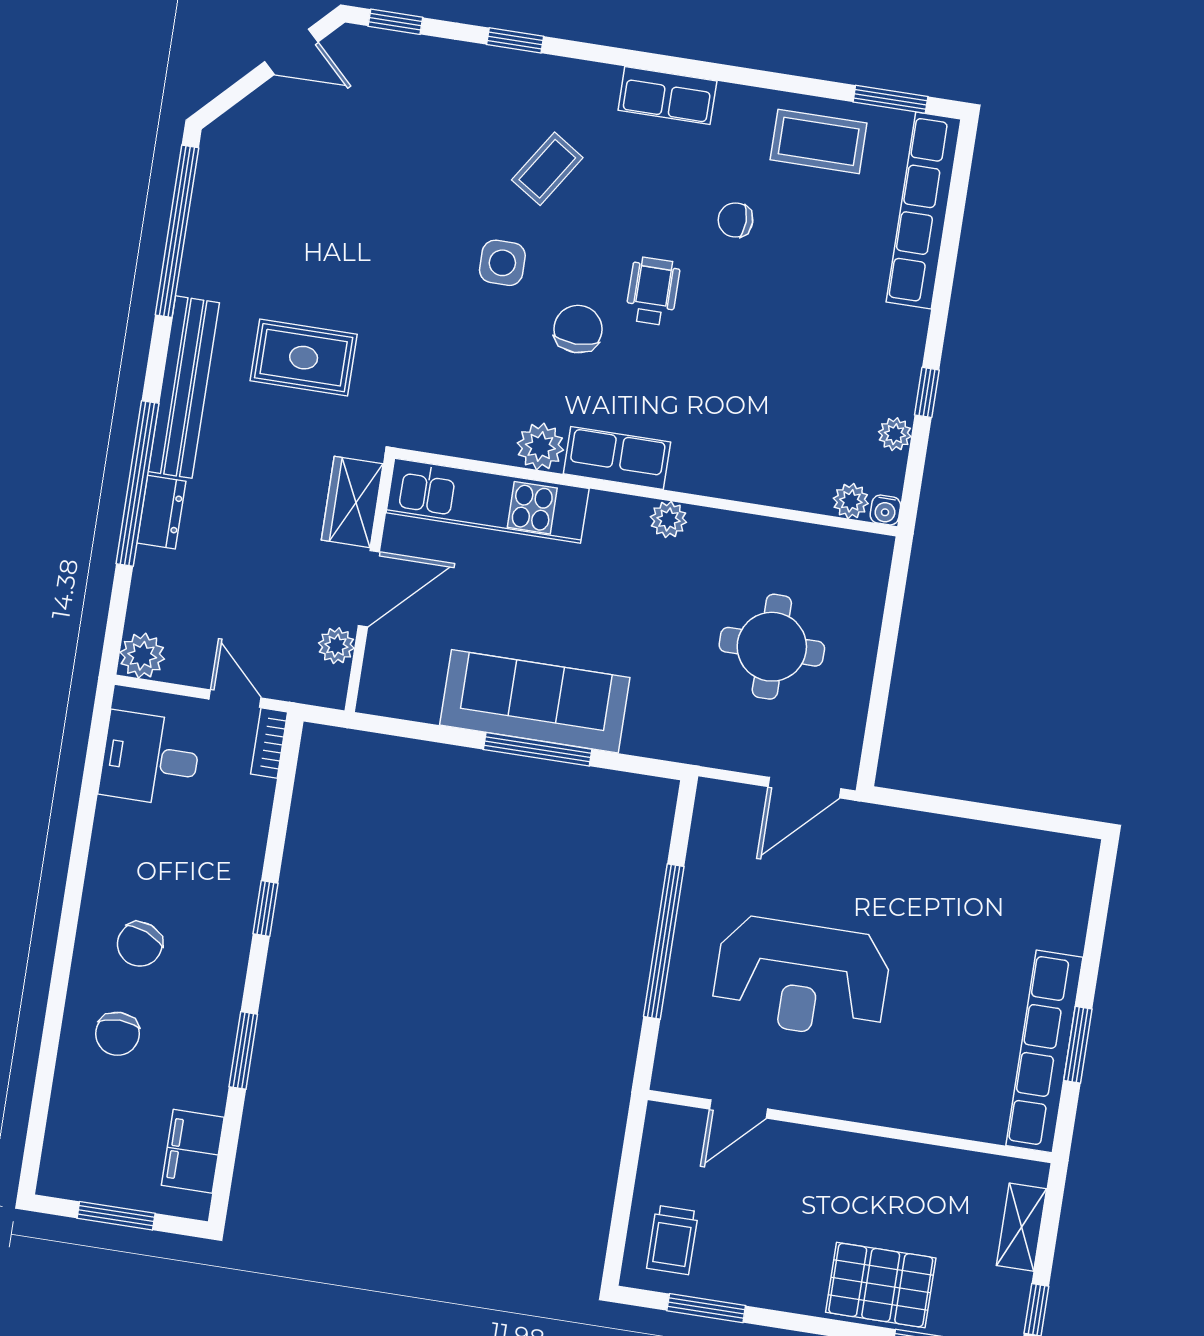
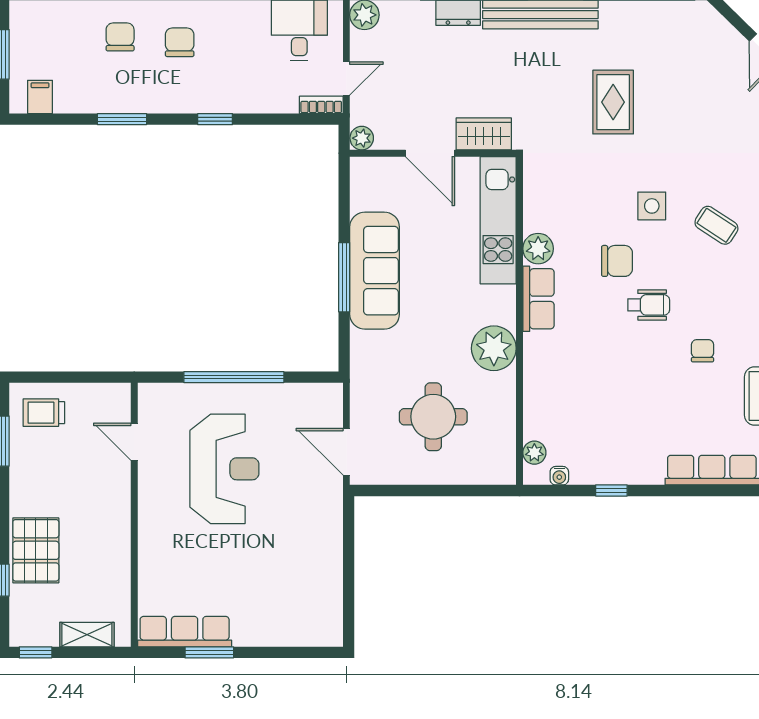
rug: (304, 358) -> (613, 102), moved
plant: (895, 434) -> (582, 474), removed
water cooler: (885, 510) -> (559, 476), moved, turned -90
plant: (668, 520) -> (494, 348), width x1.87, depth x1.87
plant: (336, 646) -> (362, 138), moved
chair: (140, 944) -> (180, 42), turned 68
reception desk: (801, 978) -> (224, 469), turned 180
chair: (117, 1034) -> (120, 37), turned 90
row of seats: (1044, 1051) -> (185, 632), width x0.73
filing cabinet: (193, 1151) -> (40, 97), width x0.50

